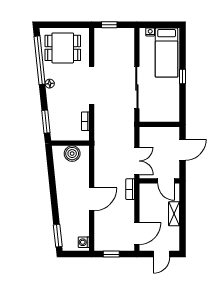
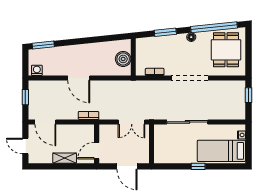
window: (46, 122) -> (165, 32), moved
double door: (137, 161) -> (132, 122), moved

